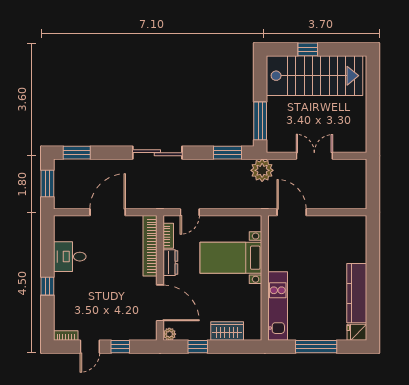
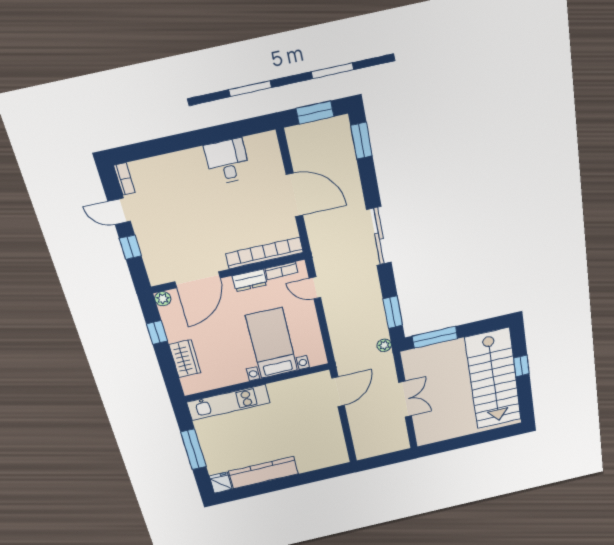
plant: (262, 170) -> (384, 345), width x0.53, depth x0.53
window: (47, 286) -> (182, 142), removed

